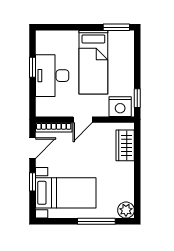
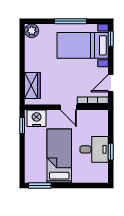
desk: (52, 76) -> (94, 149), width x0.73
door: (83, 120) -> (68, 107), swing flipped
window: (32, 182) -> (111, 39), moved
window: (96, 221) -> (70, 21), moved

